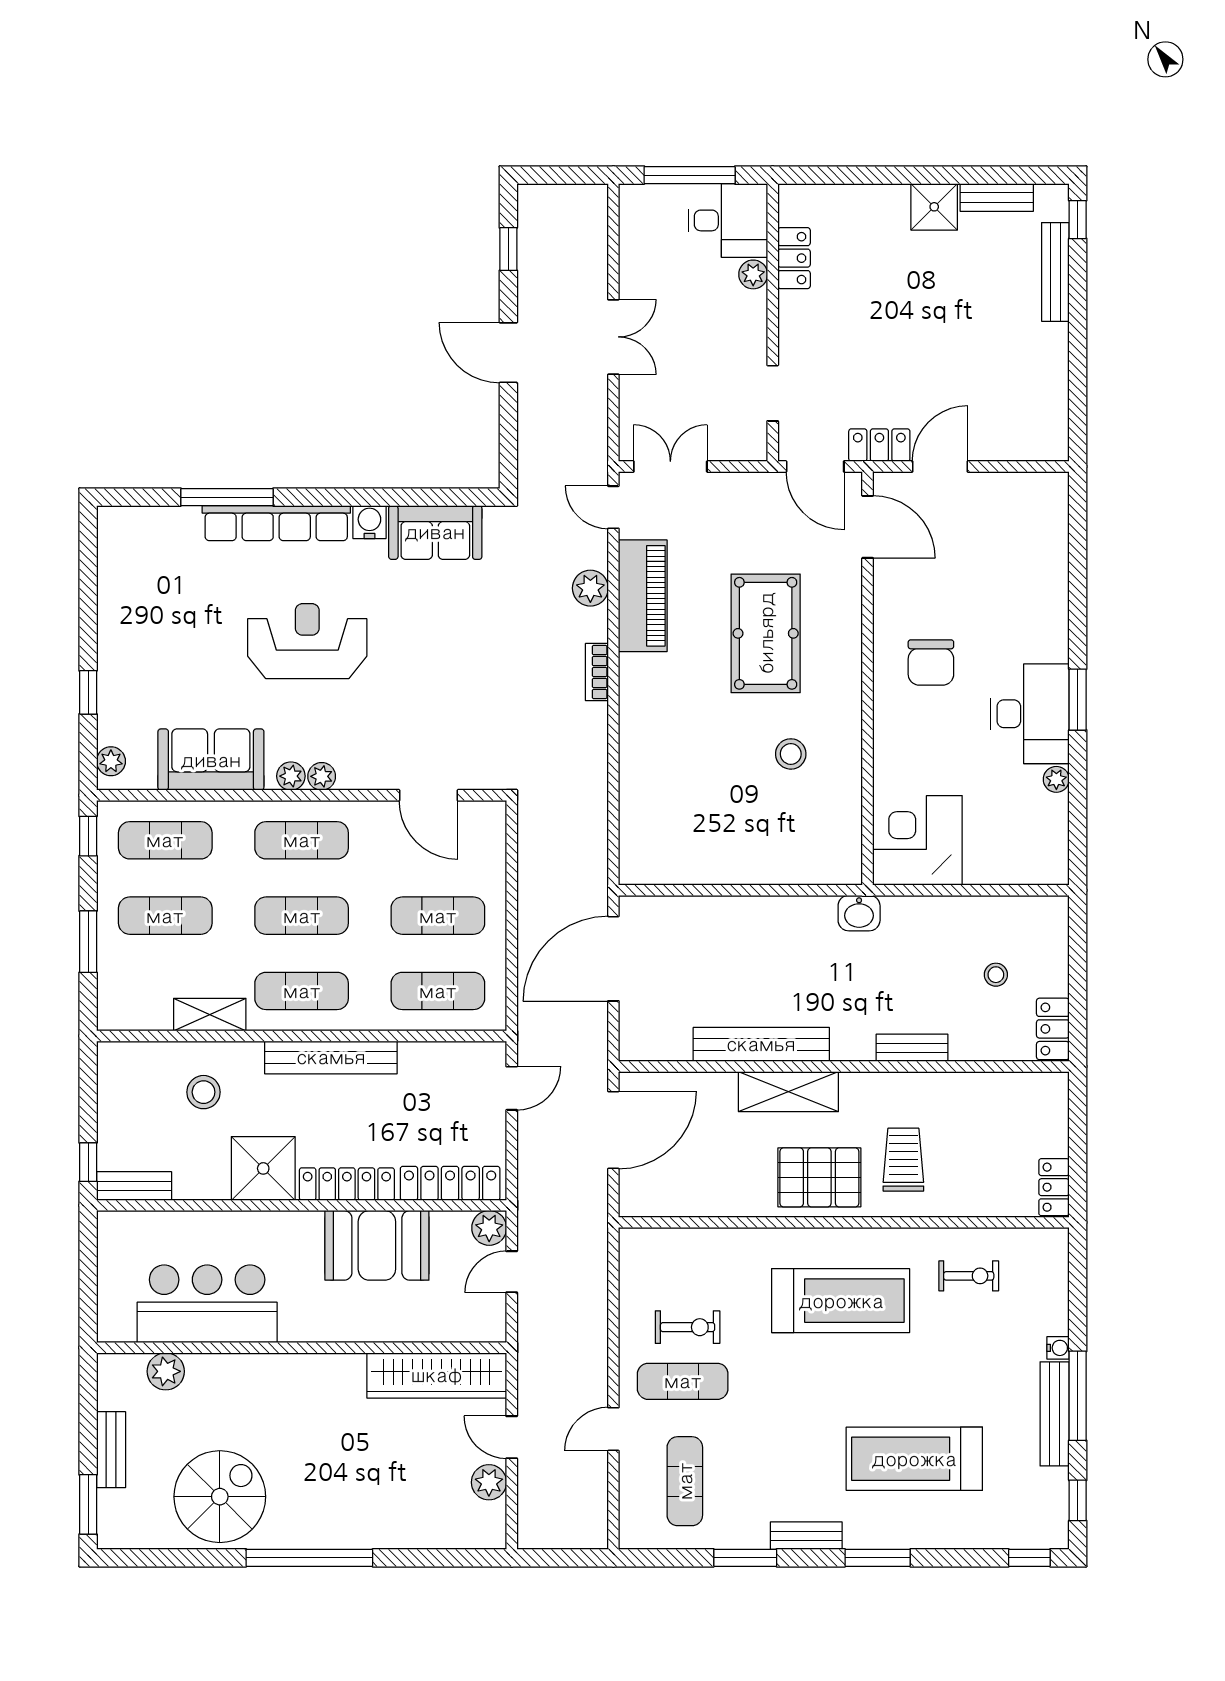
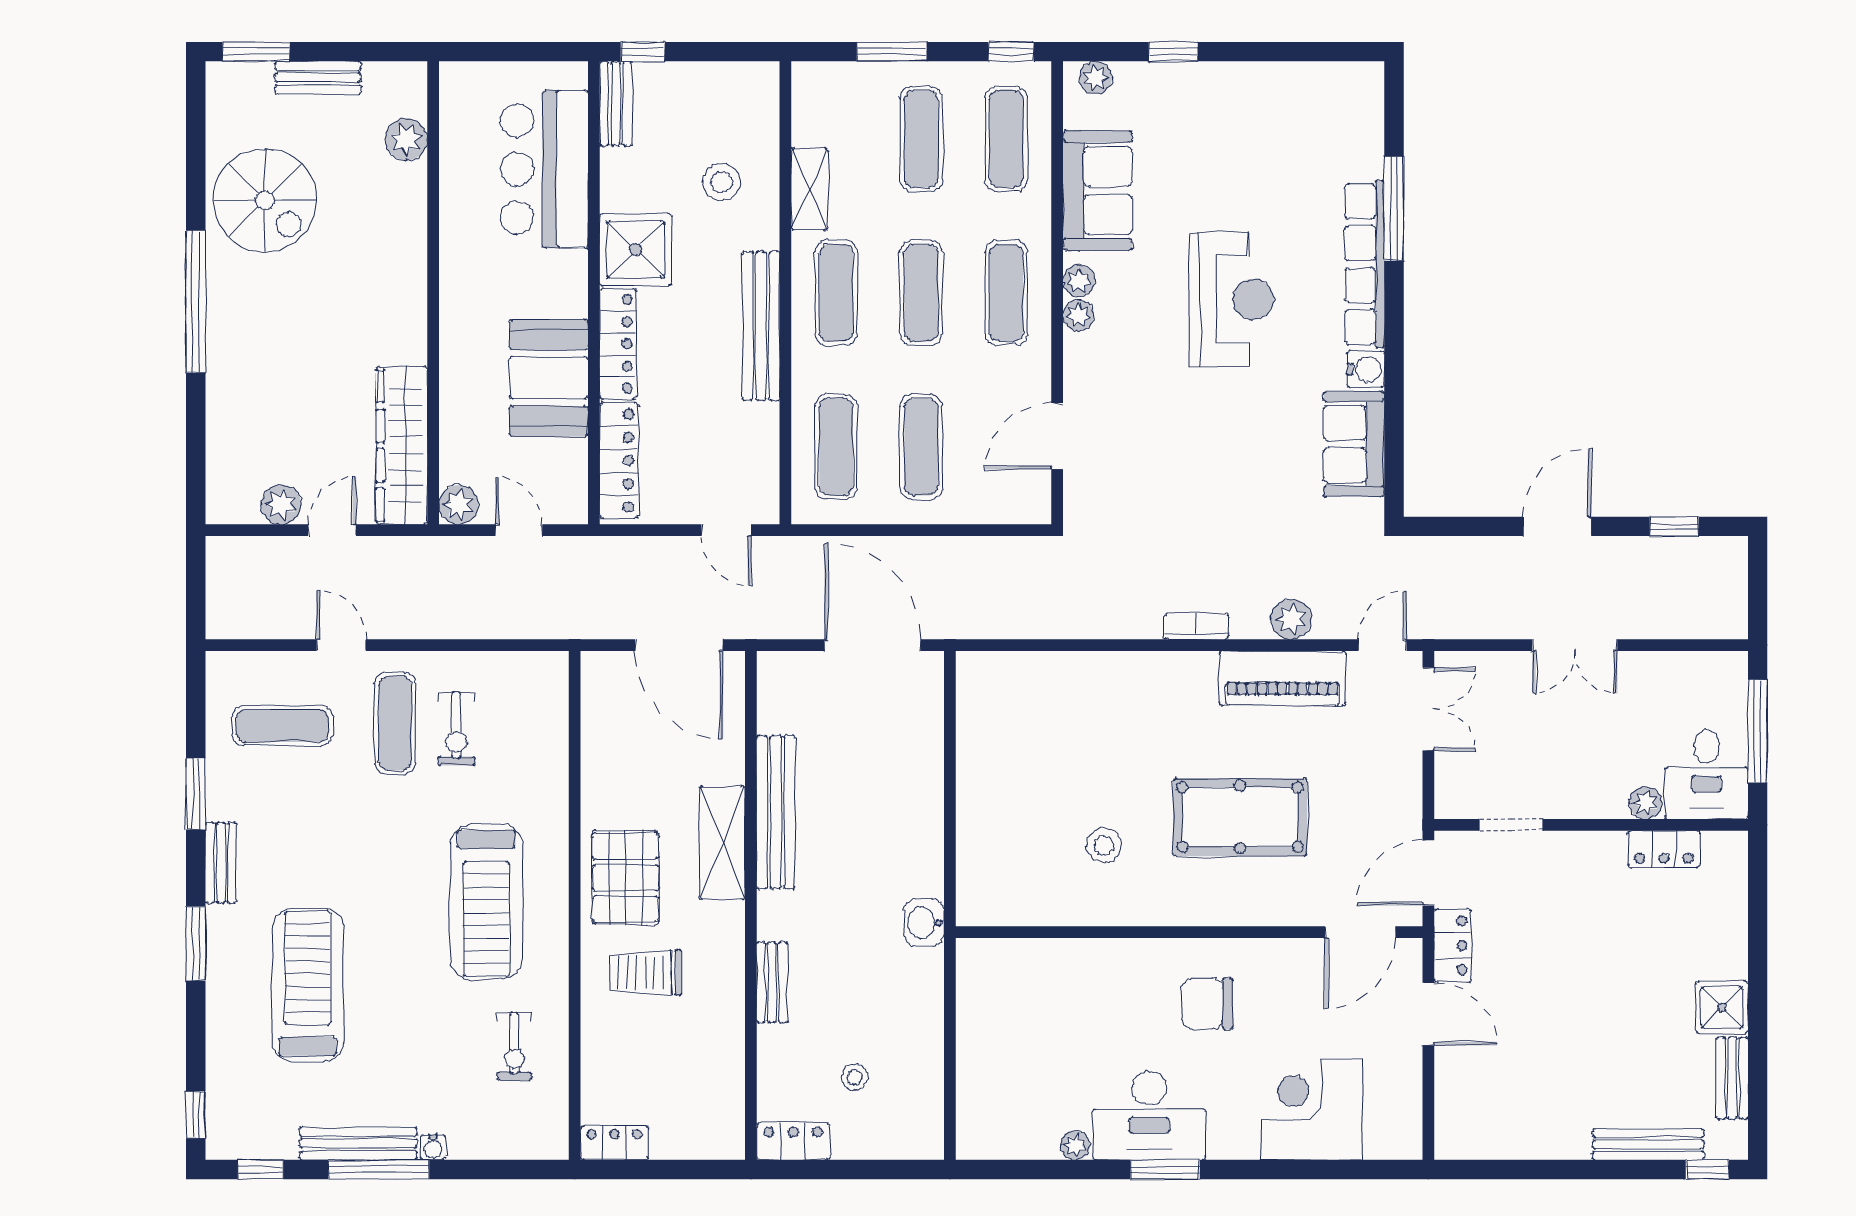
corner desk: (917, 840) -> (1311, 1109), moved, turned -90
trolley: (903, 1160) -> (646, 973), turned 180
plant: (489, 1228) -> (459, 505), moved
bar counter: (207, 1304) -> (544, 169), moved, turned 180

